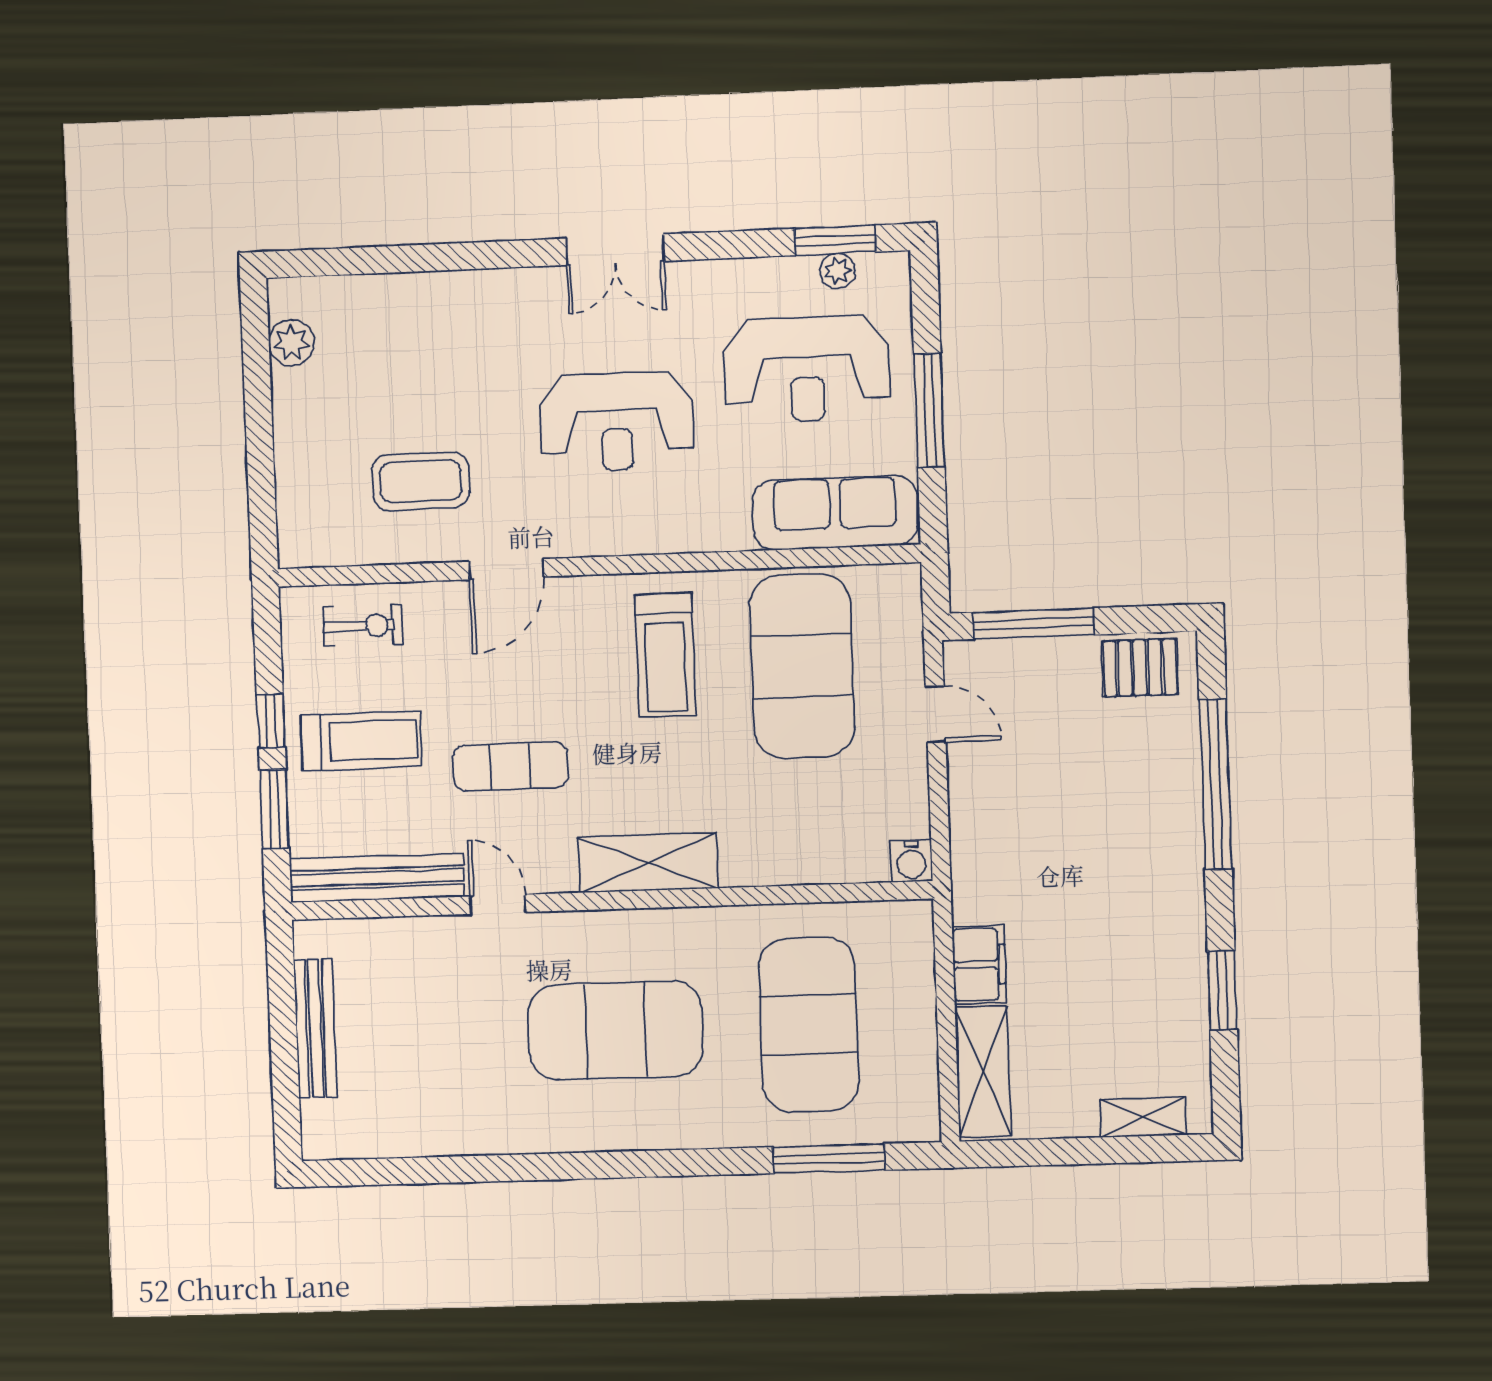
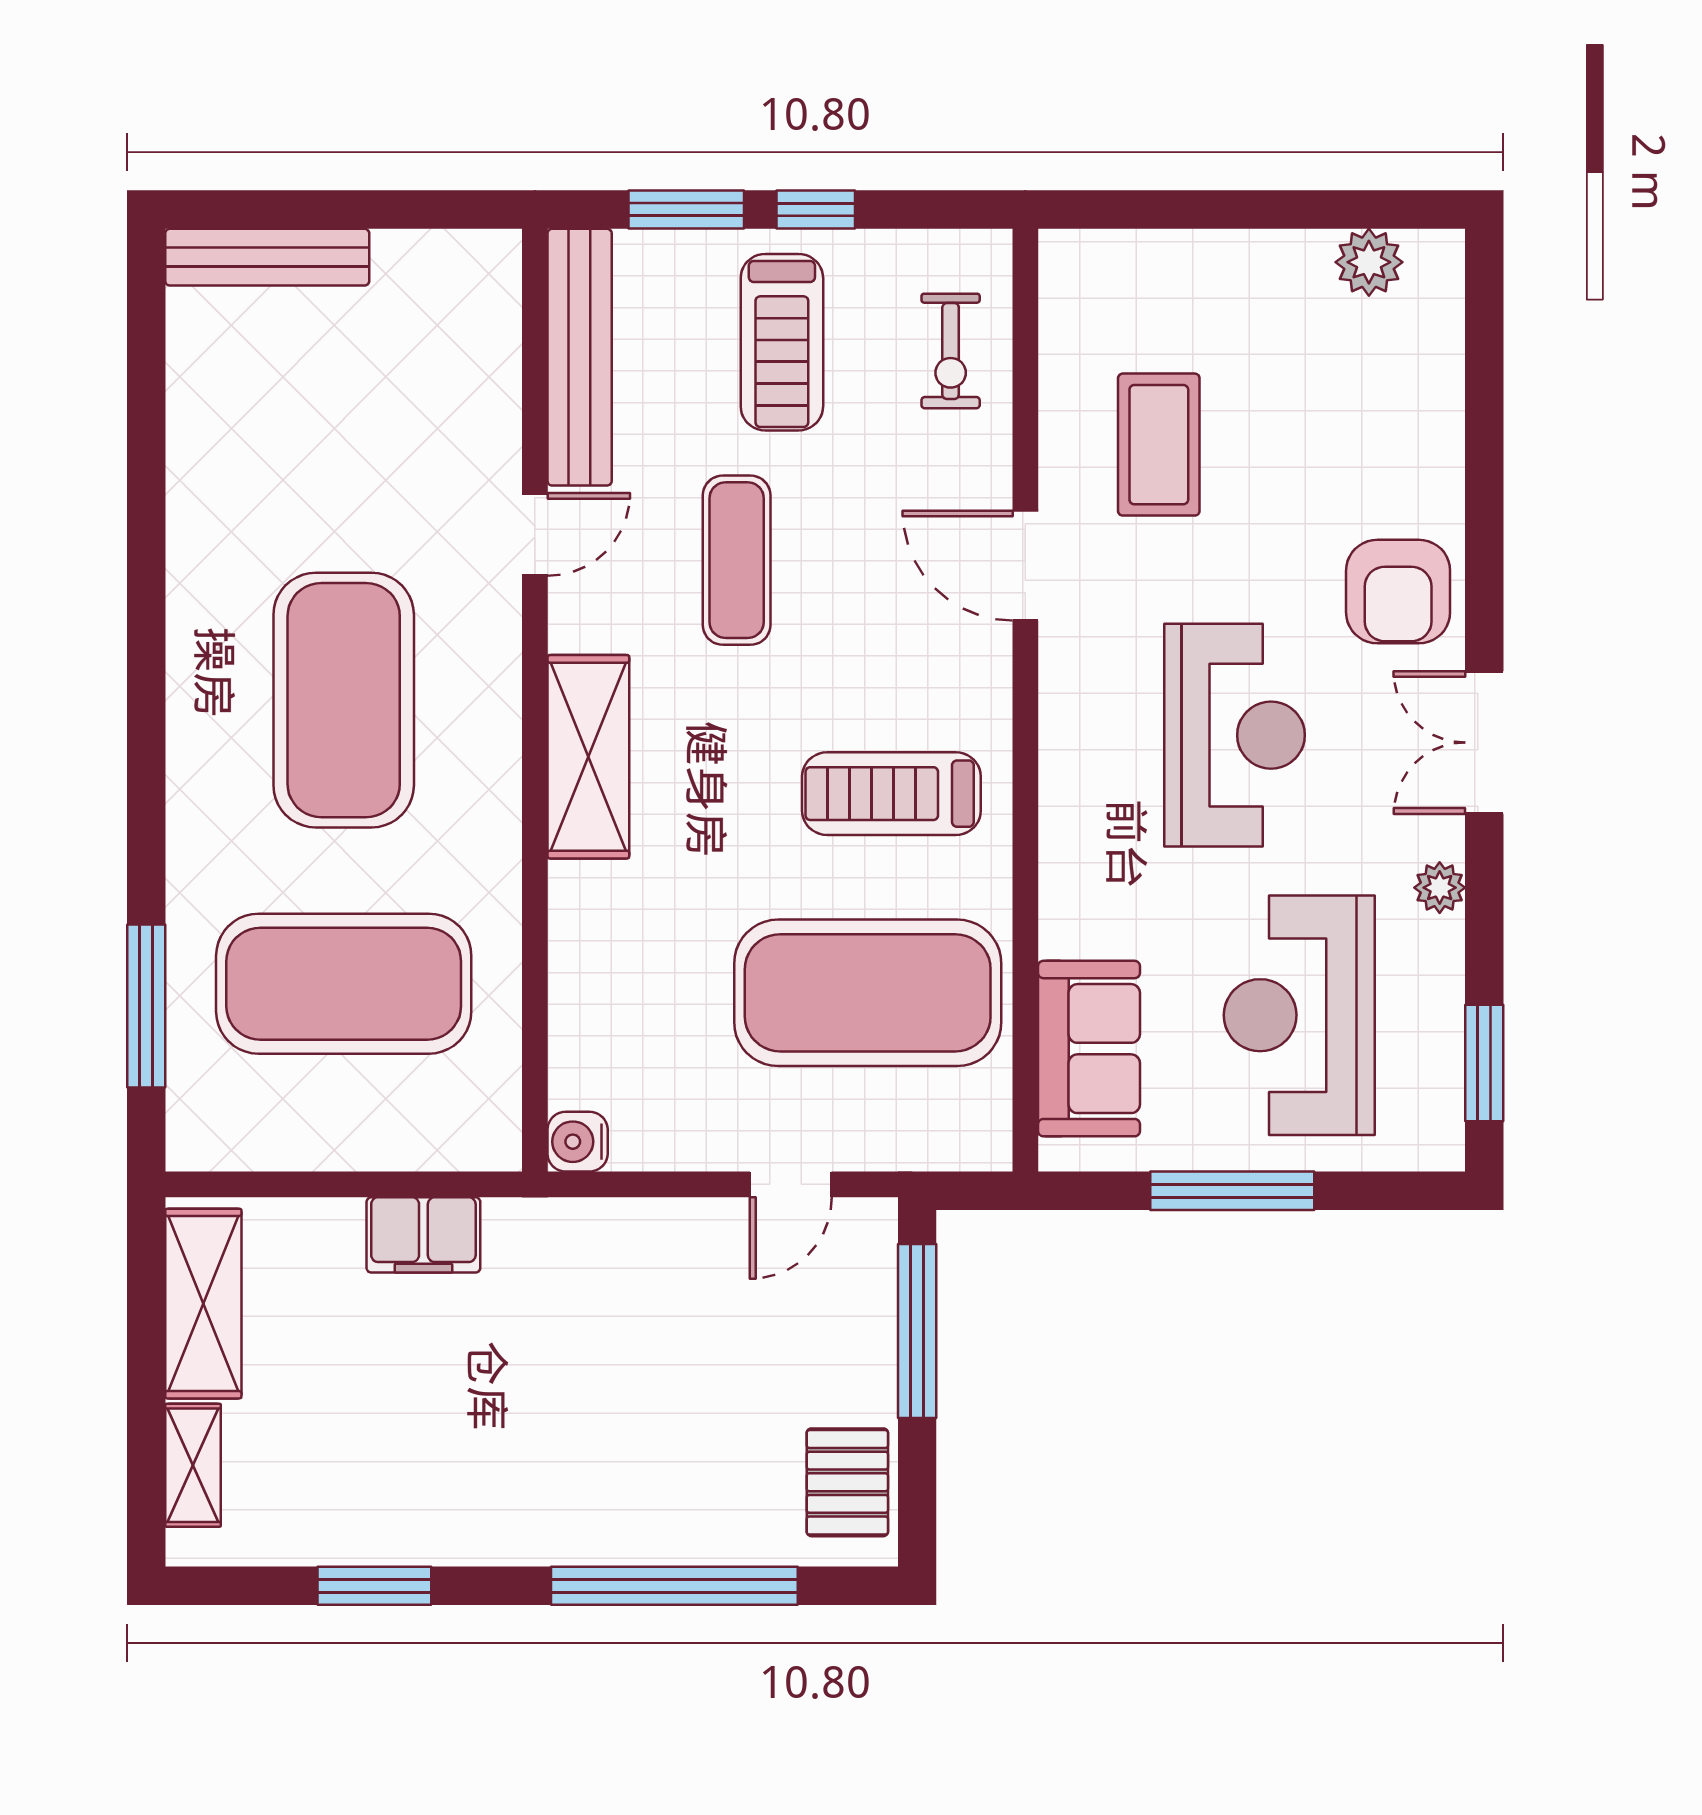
plant: (837, 271) -> (1440, 888), moved
armchair: (514, 313) -> (1398, 592), added
reception desk: (616, 421) -> (1235, 735), turned 180
sofa: (835, 513) -> (1089, 1049), width x0.73
bench: (315, 1029) -> (267, 257), moved
shelving: (983, 1072) -> (203, 1304), moved, turned 90

